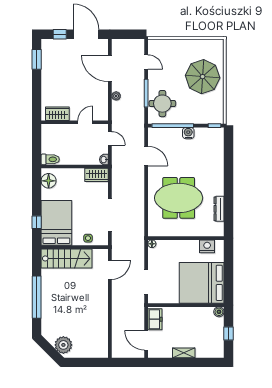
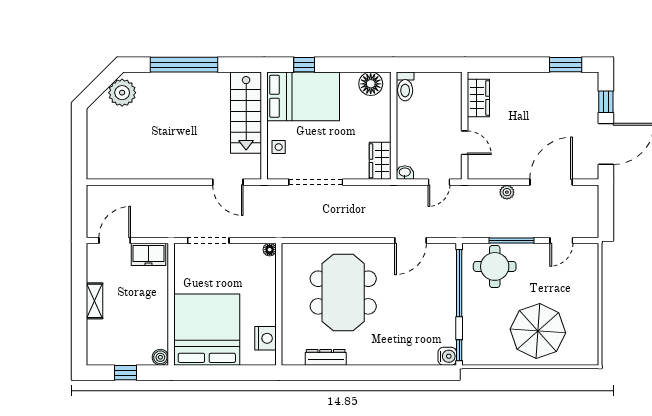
water cooler: (188, 133) -> (447, 356), moved
plant: (63, 345) -> (122, 93), moved

